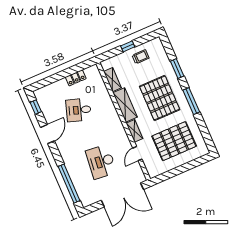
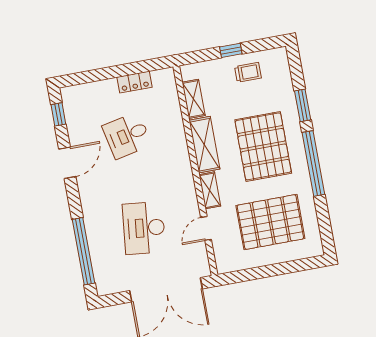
window: (191, 101) -> (313, 163), width x1.46
desk: (79, 110) -> (127, 135), turned -30

